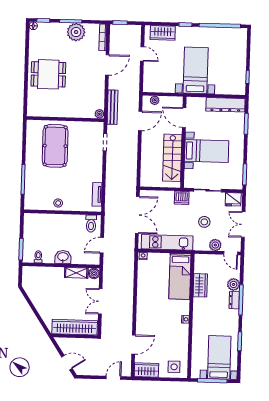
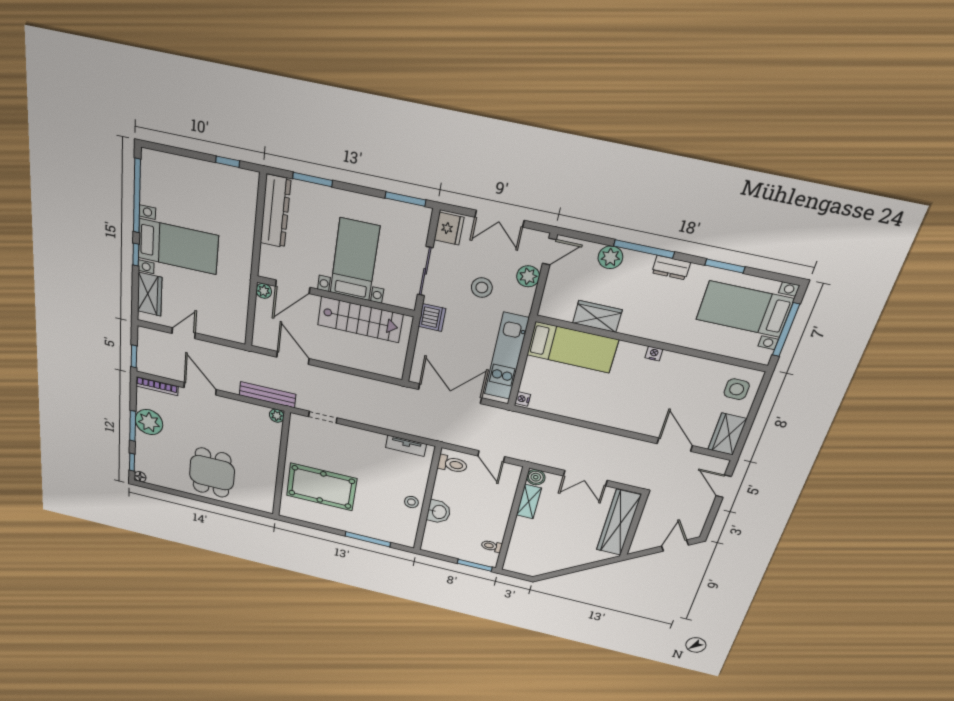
bed with nightstands: (196, 70) -> (178, 247), moved, turned 180
plant: (155, 100) -> (264, 291), moved
washbasin: (63, 257) -> (439, 512), moved, turned 180
dresser: (234, 300) -> (671, 268), moved

